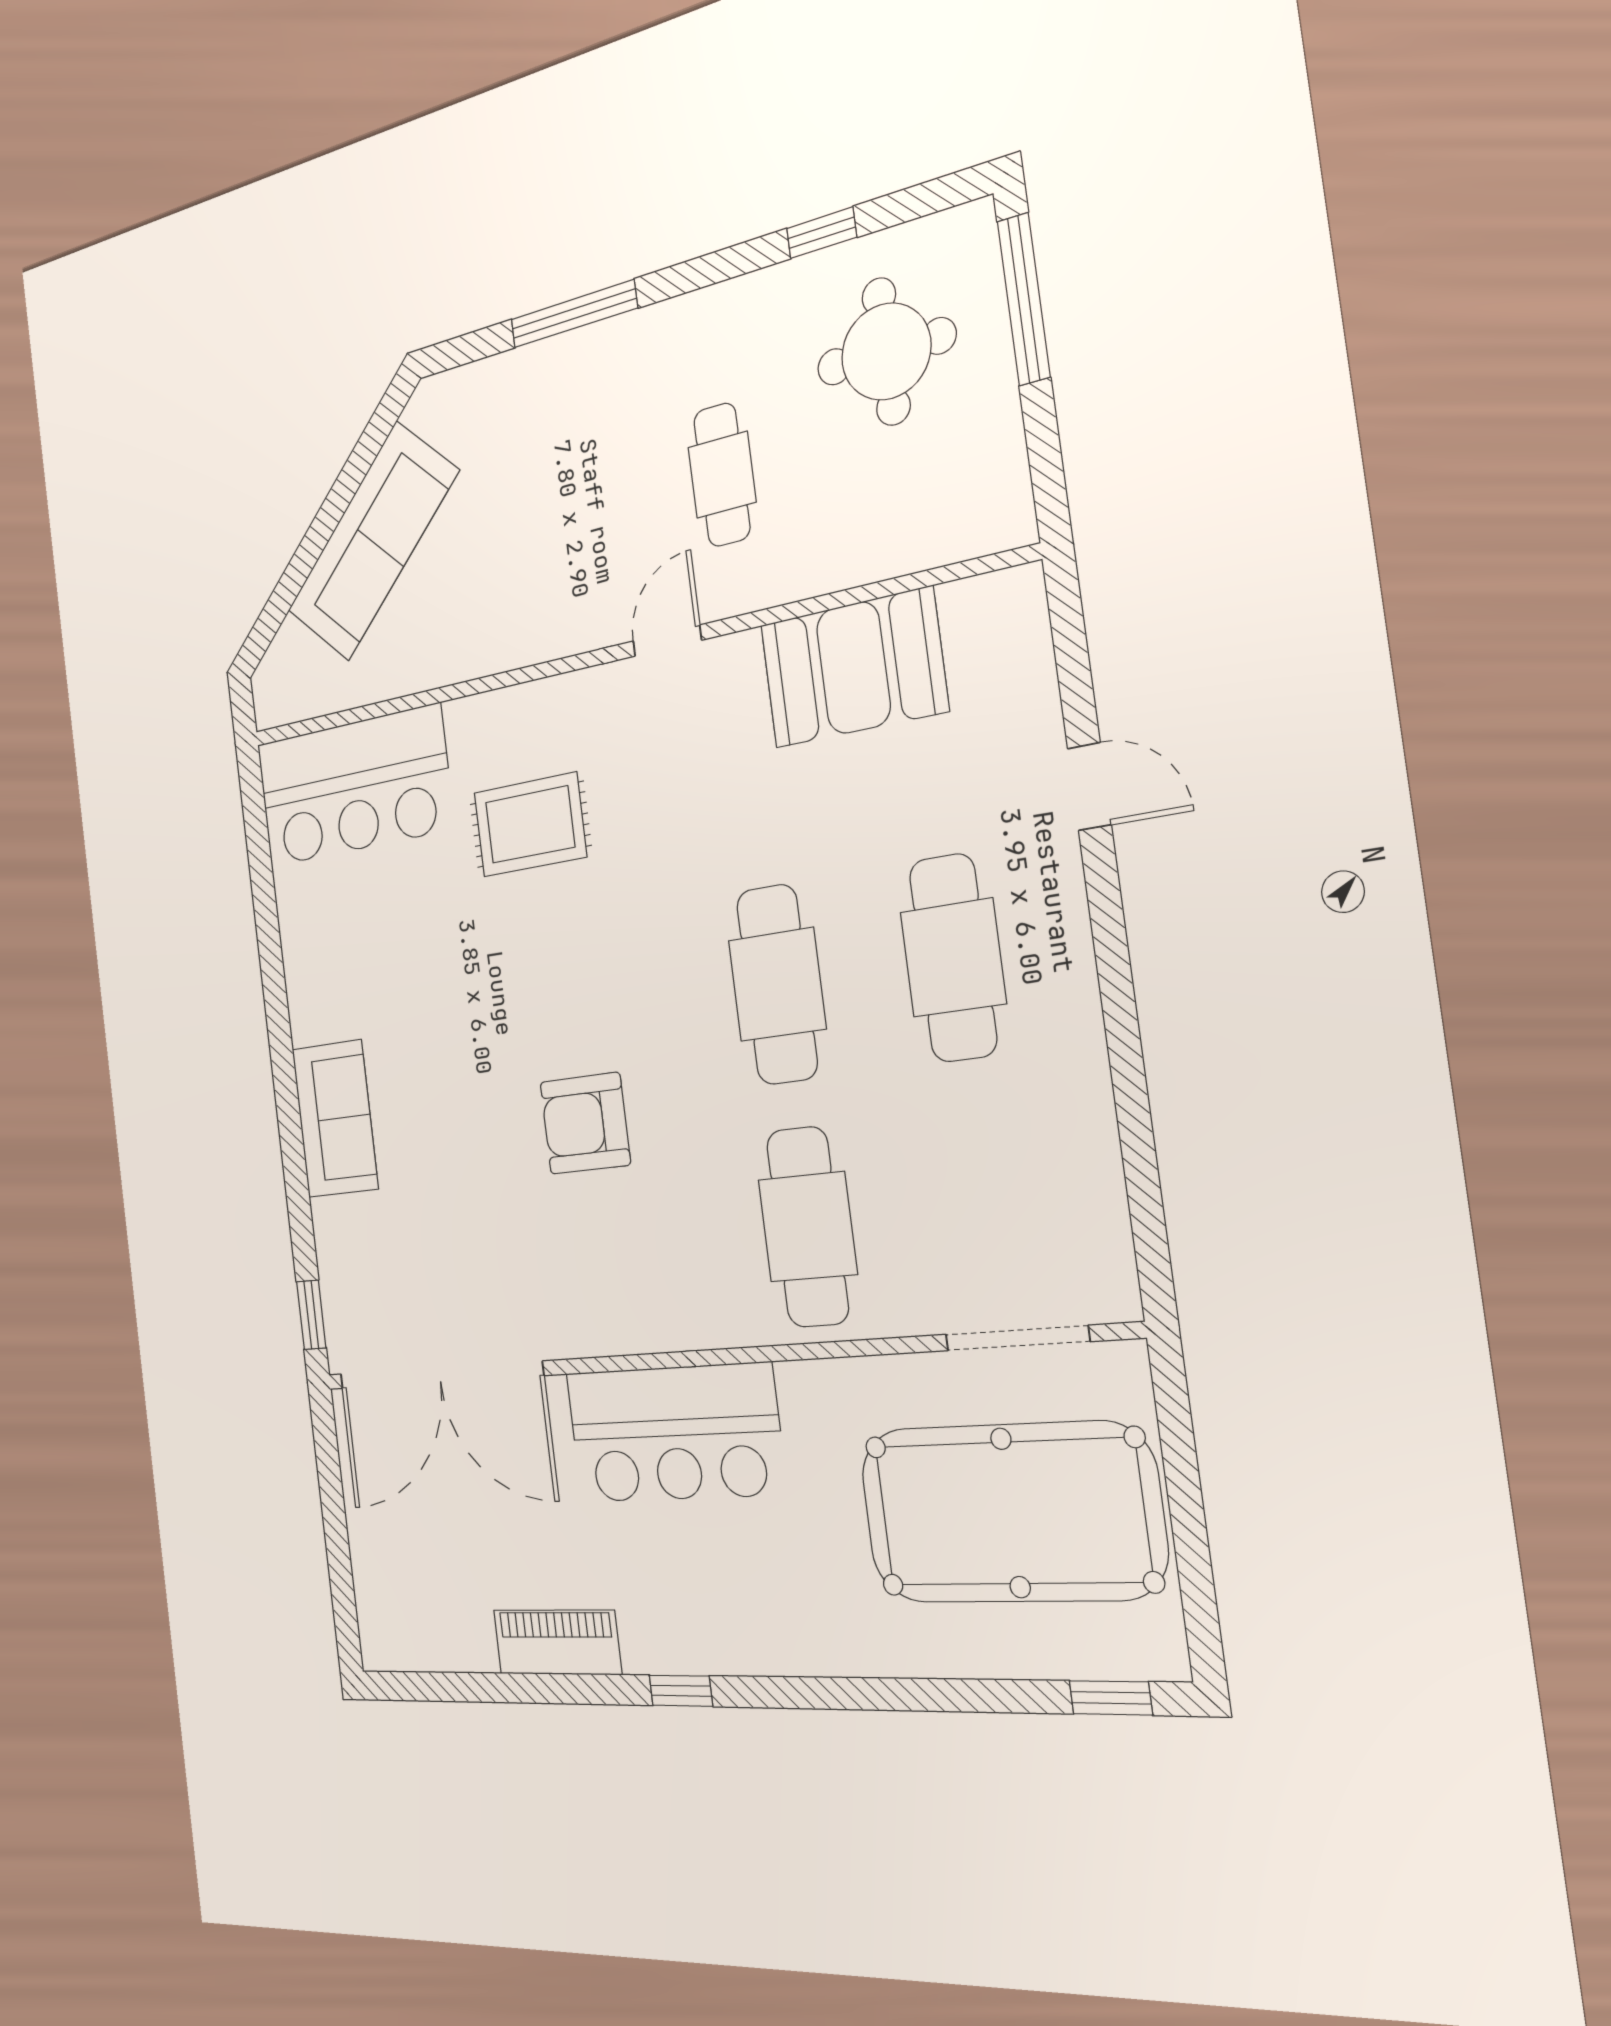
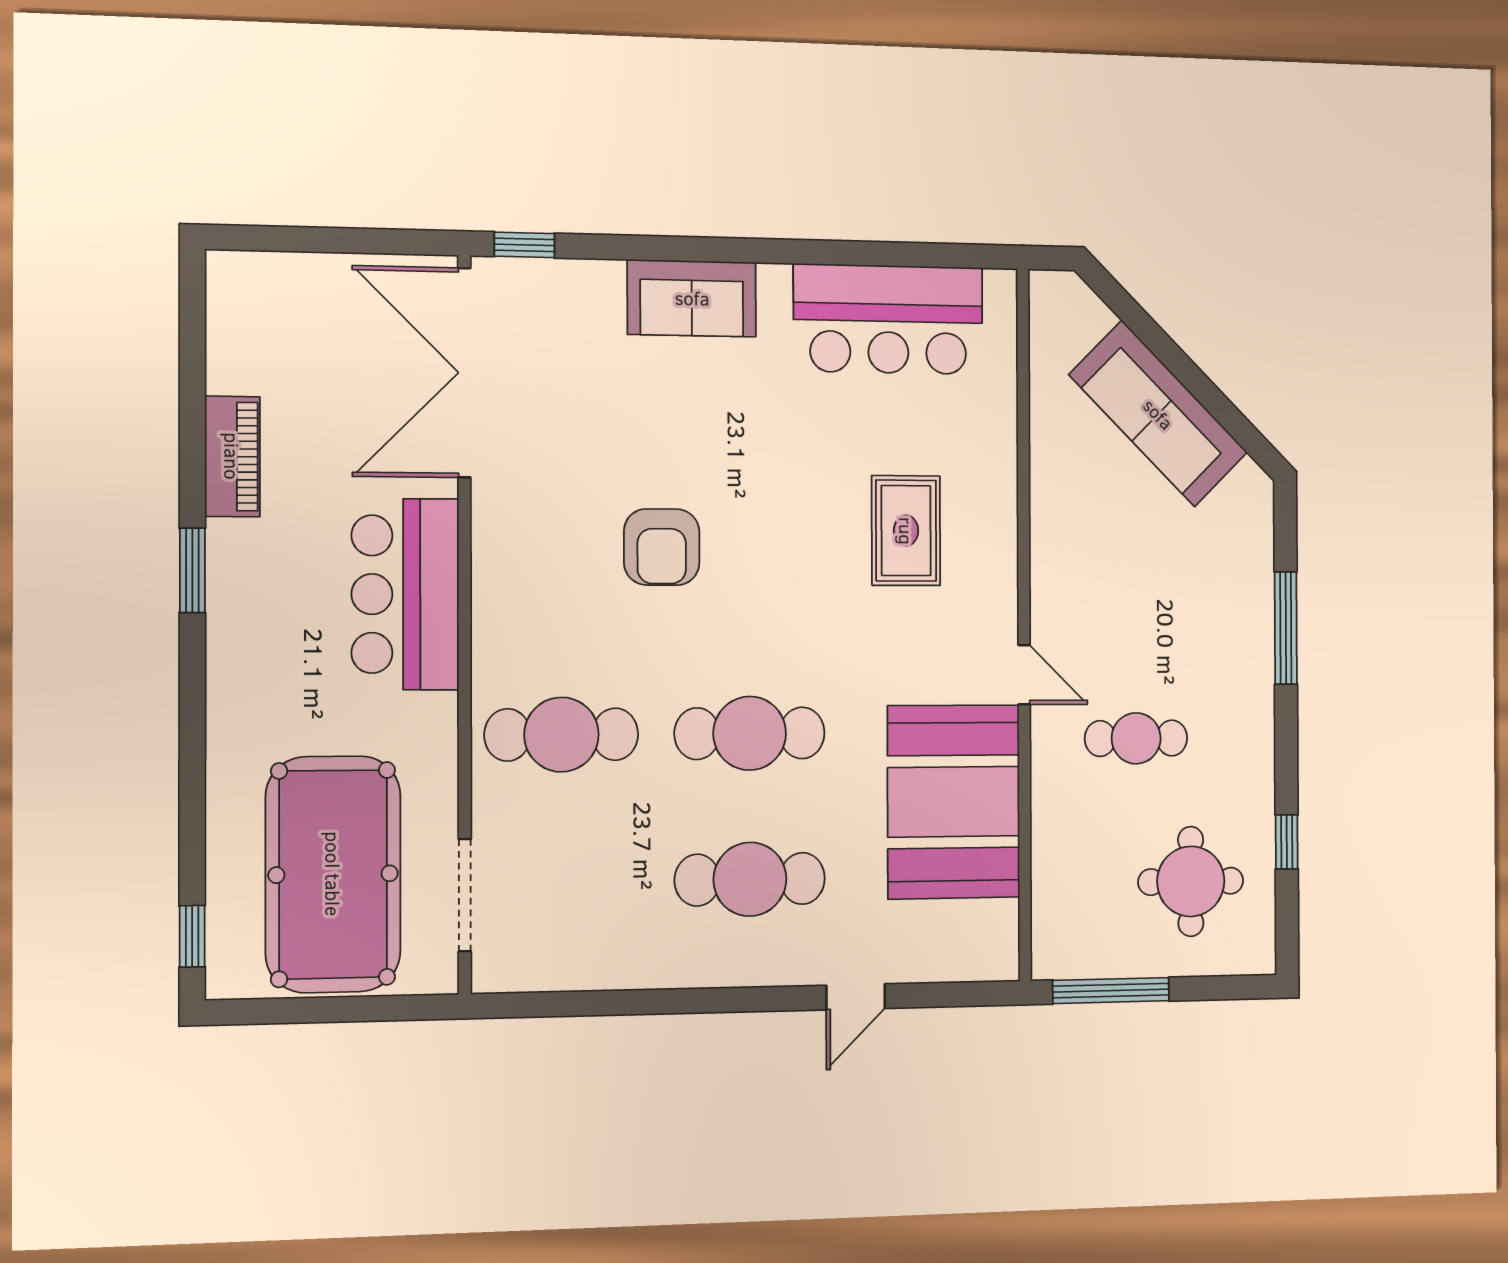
window: (1024, 299) -> (1111, 991), moved
booth: (853, 668) -> (954, 802), width x1.36, depth x1.42
bar counter: (354, 786) -> (888, 319), moved, turned -90
armchair: (585, 1123) -> (662, 547), turned 180
window: (681, 1691) -> (192, 570), width x1.50

